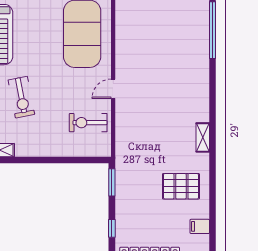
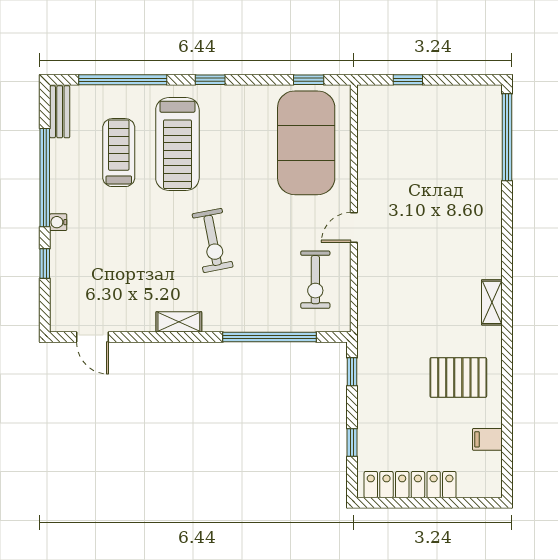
exercise bike: (88, 123) -> (315, 280), turned -90
window: (58, 160) -> (269, 337), added
window: (112, 182) -> (352, 372), width x0.67

